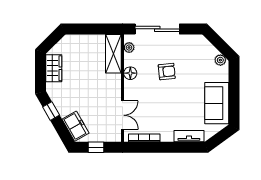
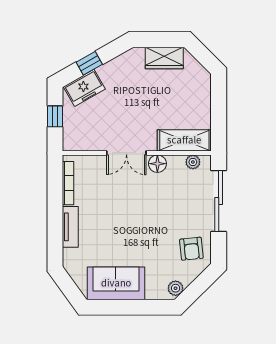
armchair: (167, 72) -> (191, 249), moved
window: (51, 111) -> (89, 63), moved
double door: (122, 115) -> (126, 153), moved
tv unit: (189, 136) -> (70, 227), moved

